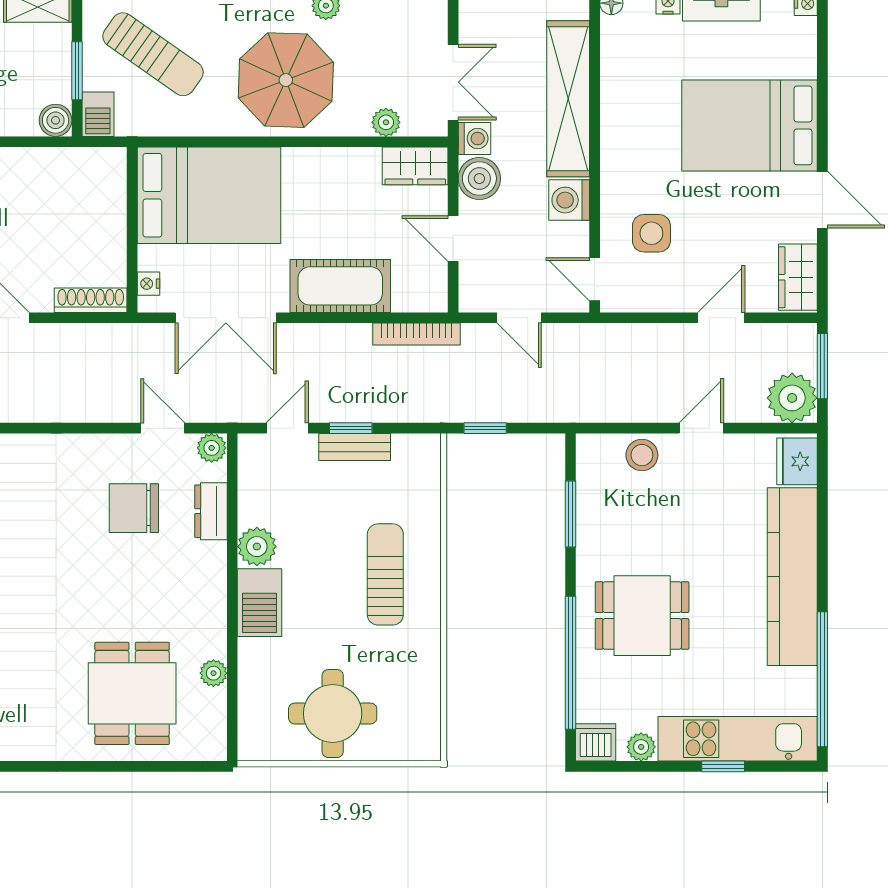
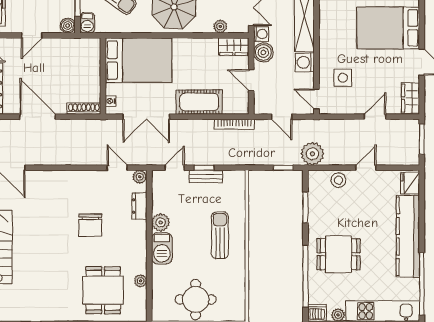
plant: (792, 398) -> (312, 154), moved
window: (485, 428) -> (283, 168), moved
chair: (134, 508) -> (90, 225), moved, turned -90

